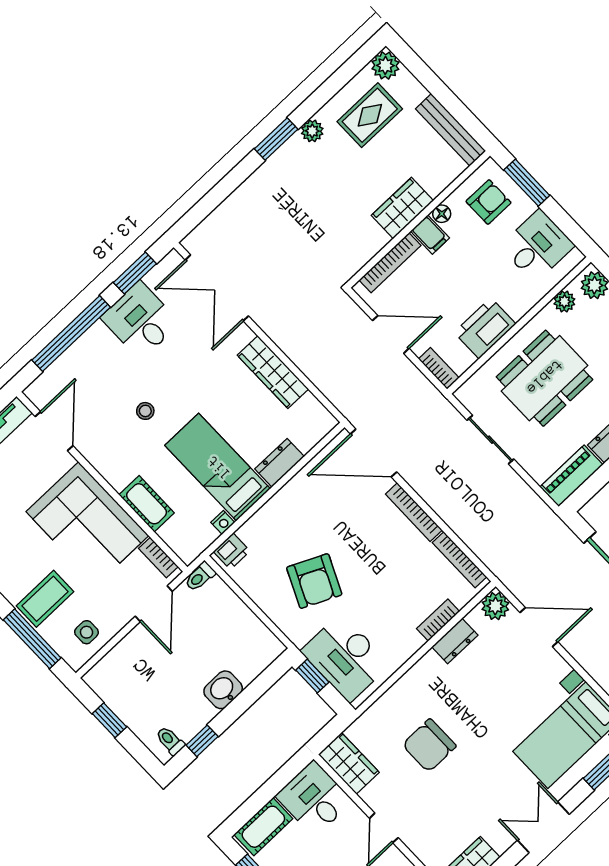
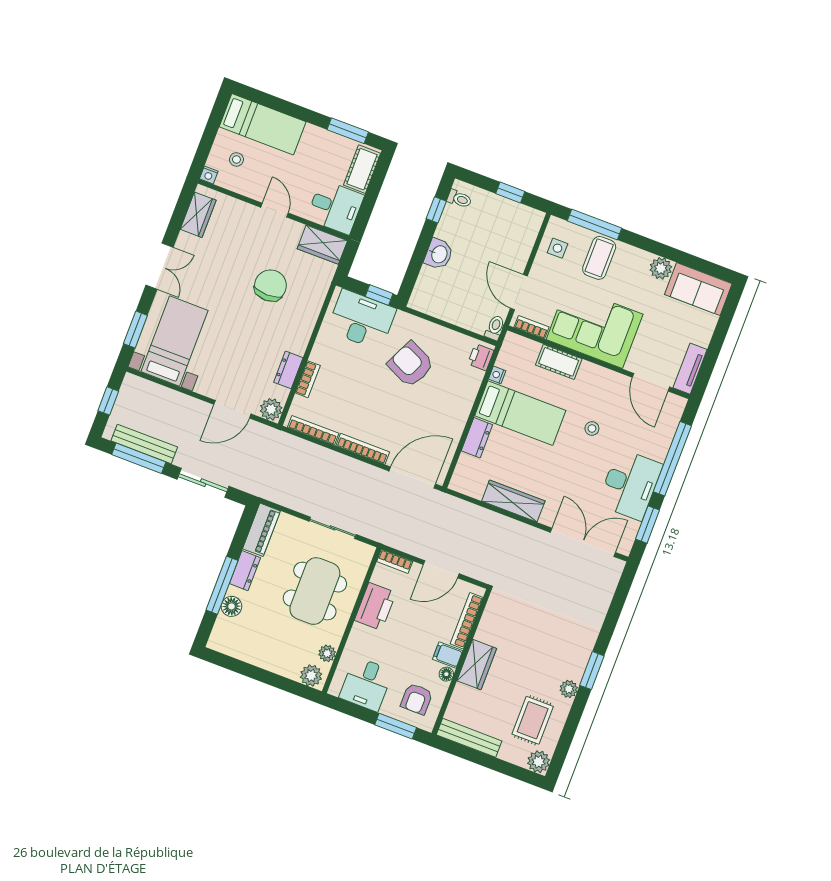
desk: (140, 320) -> (630, 484), width x1.37

